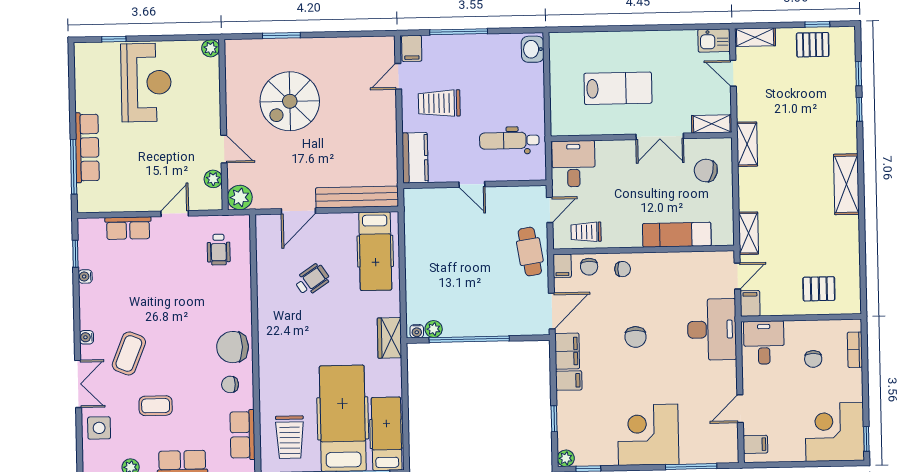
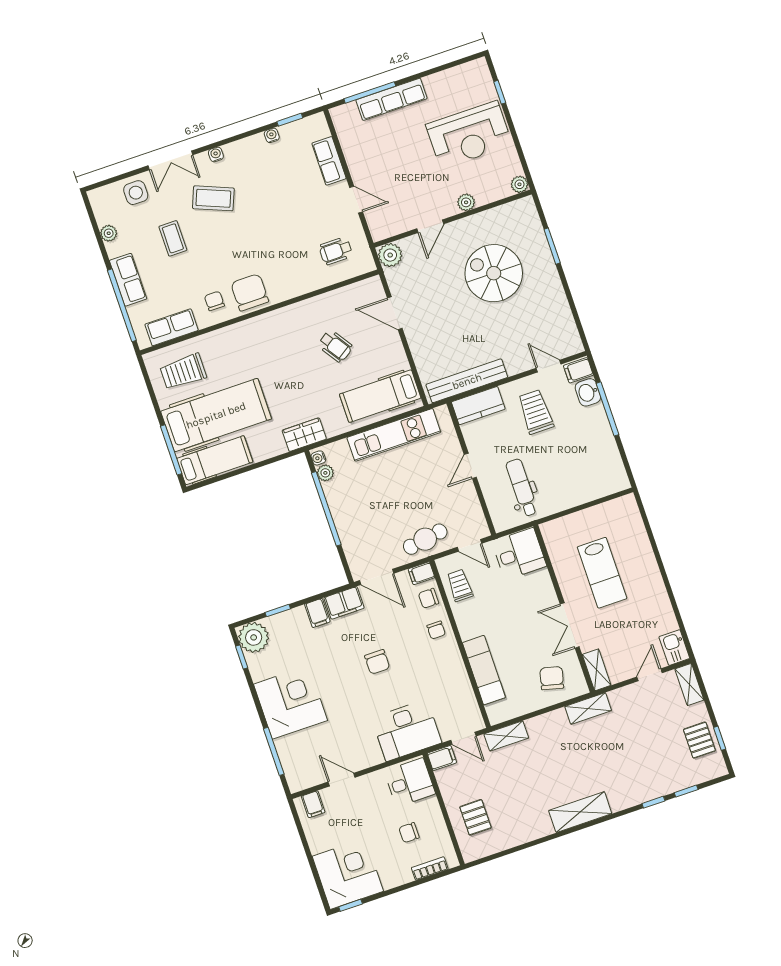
washbasin: (533, 49) -> (588, 392), moved, turned -90
plant: (213, 179) -> (466, 202), moved
bench: (357, 197) -> (467, 381), moved, turned 90
kitchen unit: (418, 250) -> (394, 435), added
chair: (636, 337) -> (377, 662), turned -90
plant: (566, 458) -> (254, 637), width x1.88, depth x1.88

